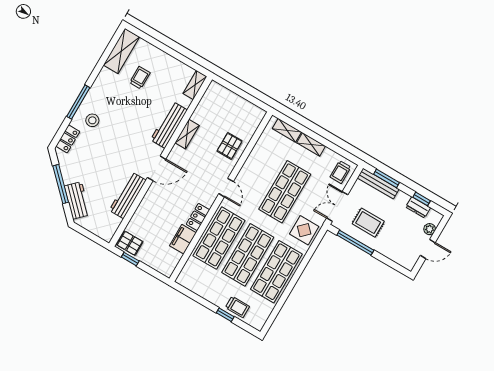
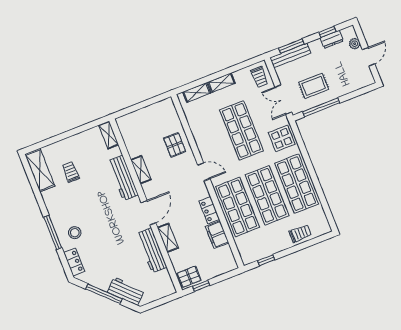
shelving: (148, 201) -> (168, 238), added
window: (225, 315) -> (266, 260), moved

